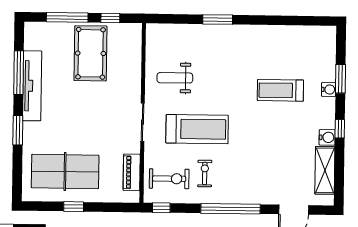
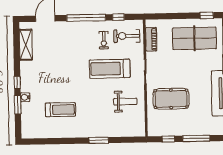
pool table: (91, 53) -> (171, 99), moved, turned 90
treadmill: (280, 90) -> (60, 110), moved
window: (340, 129) -> (17, 82), moved
water cooler: (327, 137) -> (25, 66), removed
window: (74, 207) -> (207, 15), moved
window: (161, 208) -> (118, 17), moved

